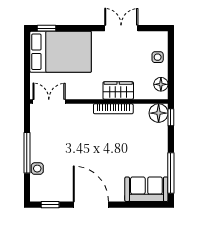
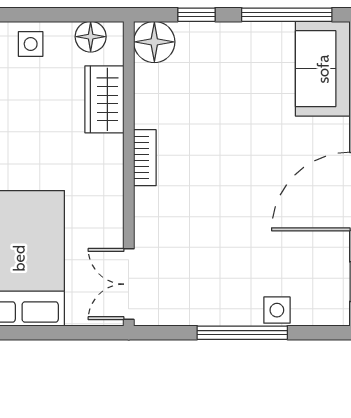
wardrobe: (118, 90) -> (104, 99), moved
bookcase: (113, 109) -> (145, 158), width x0.64
window: (171, 117) -> (196, 15), moved

